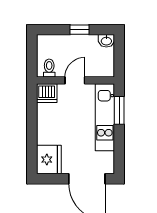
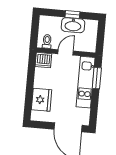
washbasin: (106, 41) -> (73, 25), moved, width x1.91, depth x1.45
fridge: (49, 160) -> (42, 100), moved

